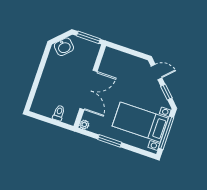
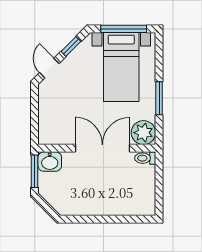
washbasin: (64, 47) -> (50, 162), moved, turned 135
toilet: (59, 113) -> (145, 158), moved
plant: (84, 125) -> (143, 133), width x1.88, depth x1.88

